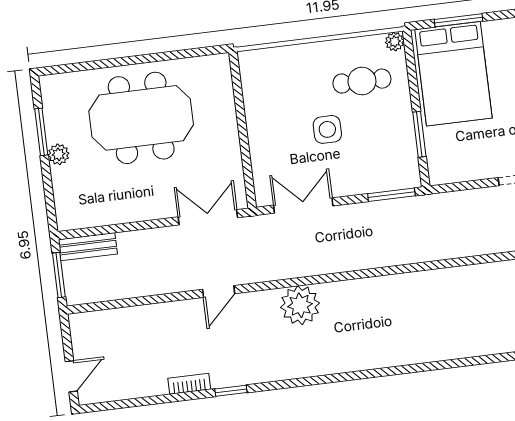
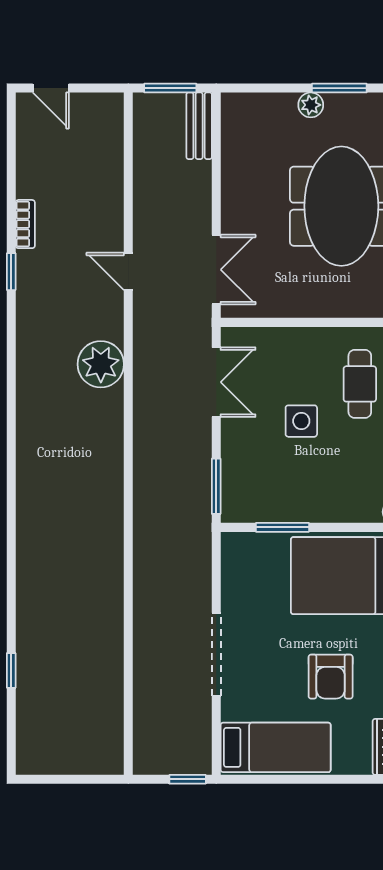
cafe table: (362, 81) -> (360, 384), moved

